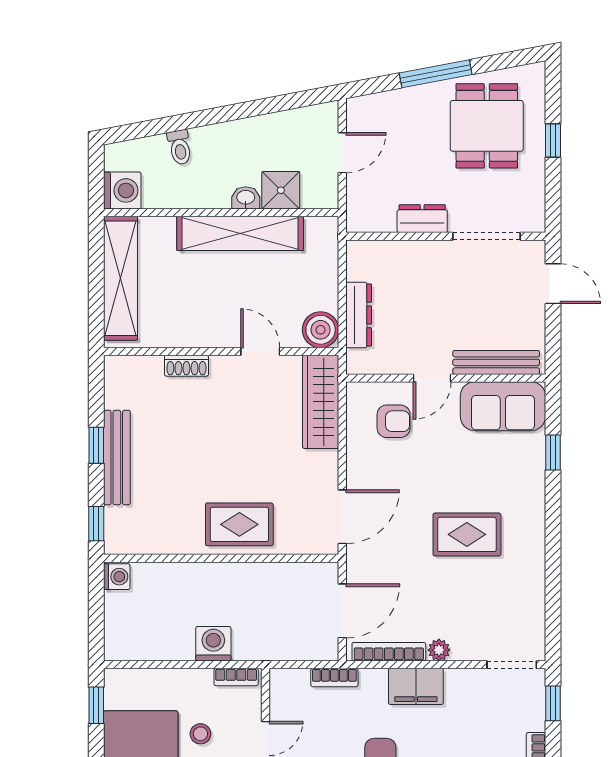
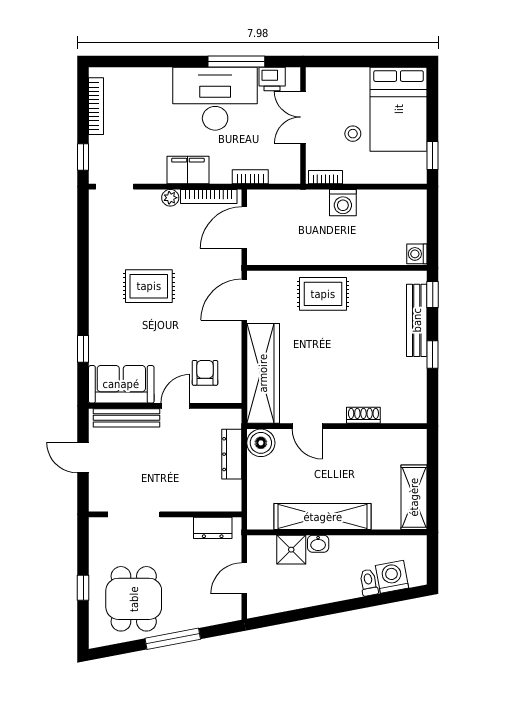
washing machine: (122, 190) -> (392, 577), moved, turned 79
dresser: (422, 219) -> (213, 528), moved
shelving: (120, 278) -> (414, 497), width x0.68
door: (553, 284) -> (83, 458), moved
wardrobe: (321, 402) -> (263, 373), width x1.40, depth x1.17
armchair: (394, 421) -> (205, 373), turned 90
bench: (117, 457) -> (417, 320), moved

